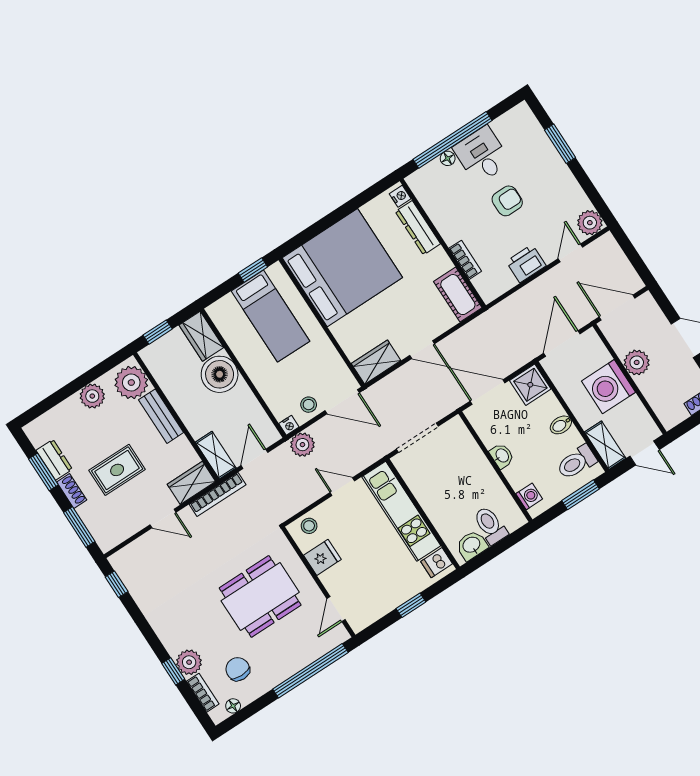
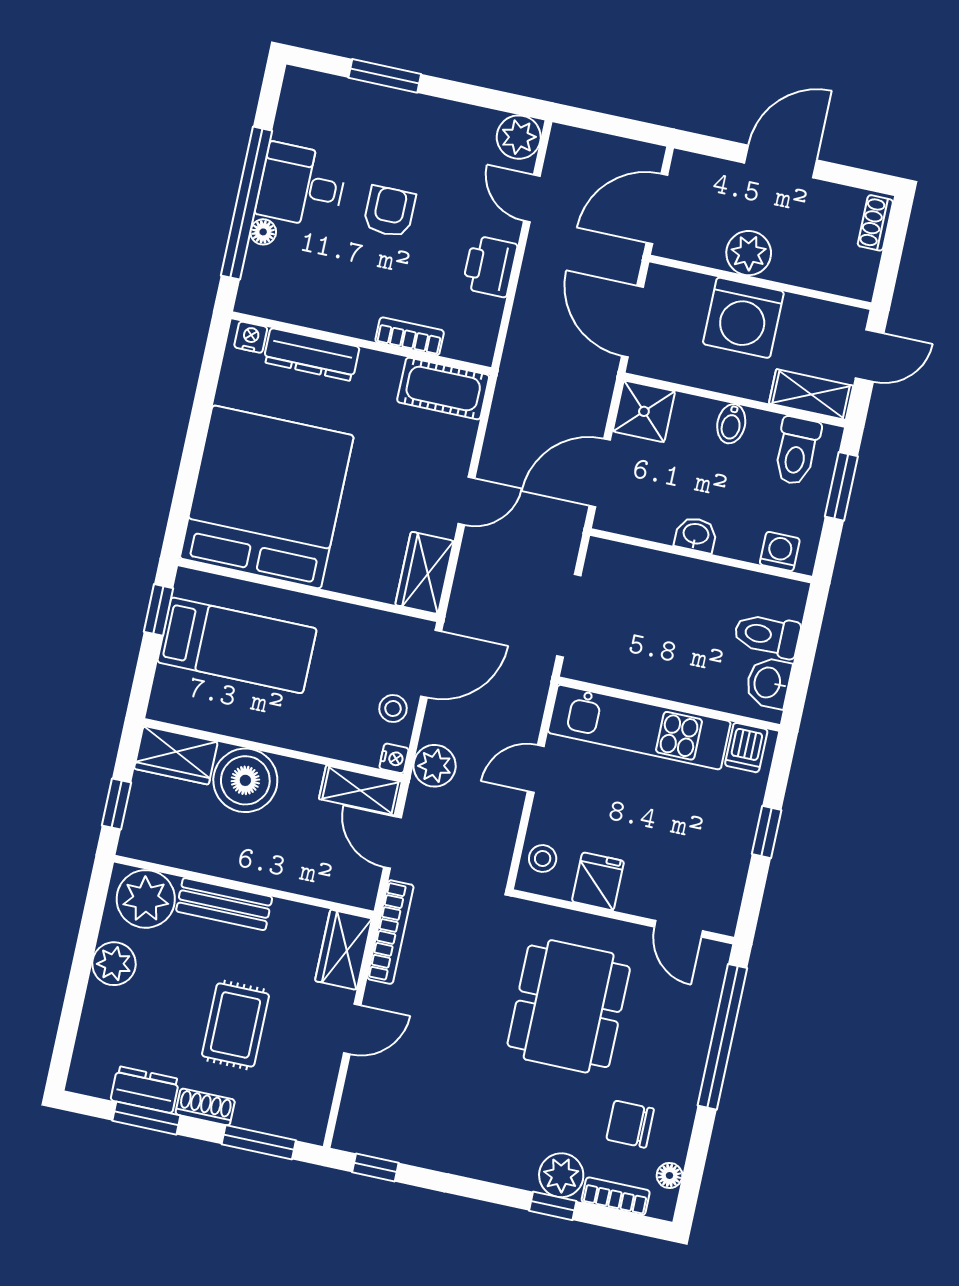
shelving: (216, 455) -> (360, 790), moved

